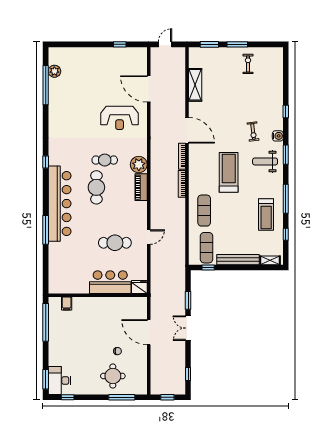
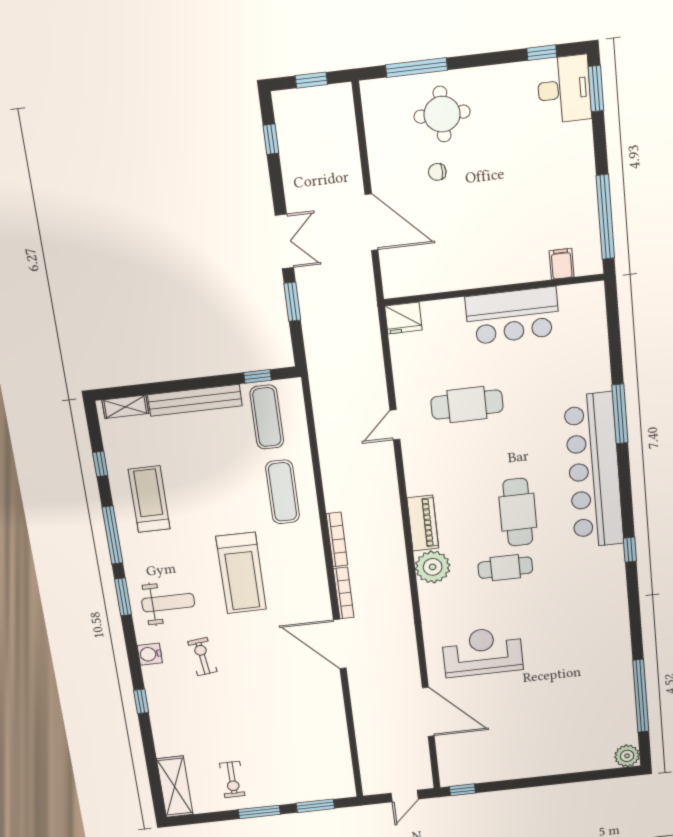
window: (120, 44) -> (462, 790), moved
plant: (54, 71) -> (627, 756), moved
shelving: (195, 85) -> (175, 787), moved
window: (286, 155) -> (123, 597), moved
bar counter: (110, 282) -> (513, 316), moved

